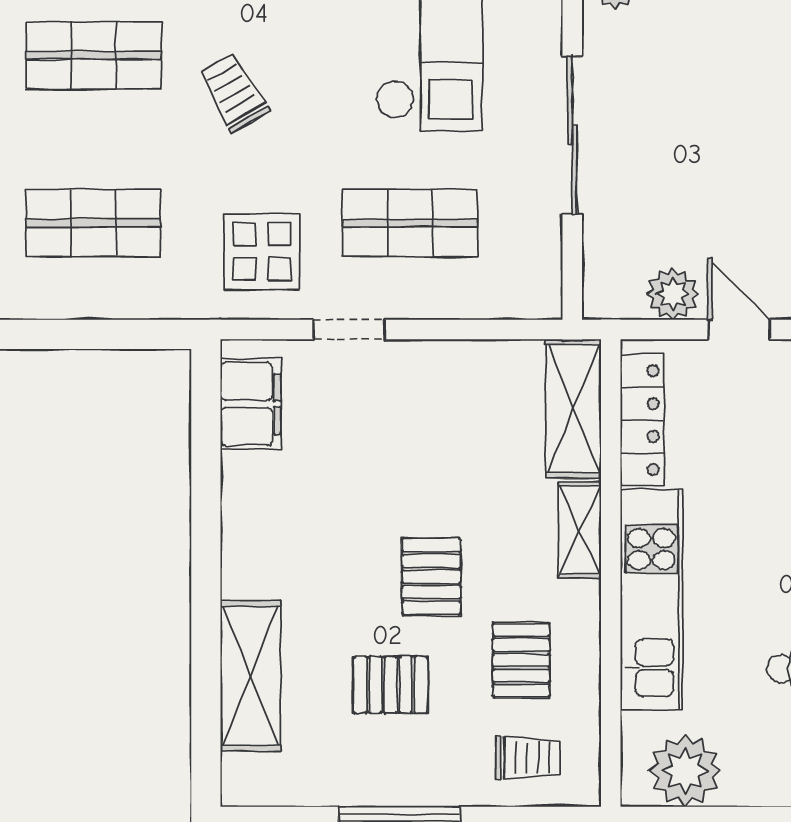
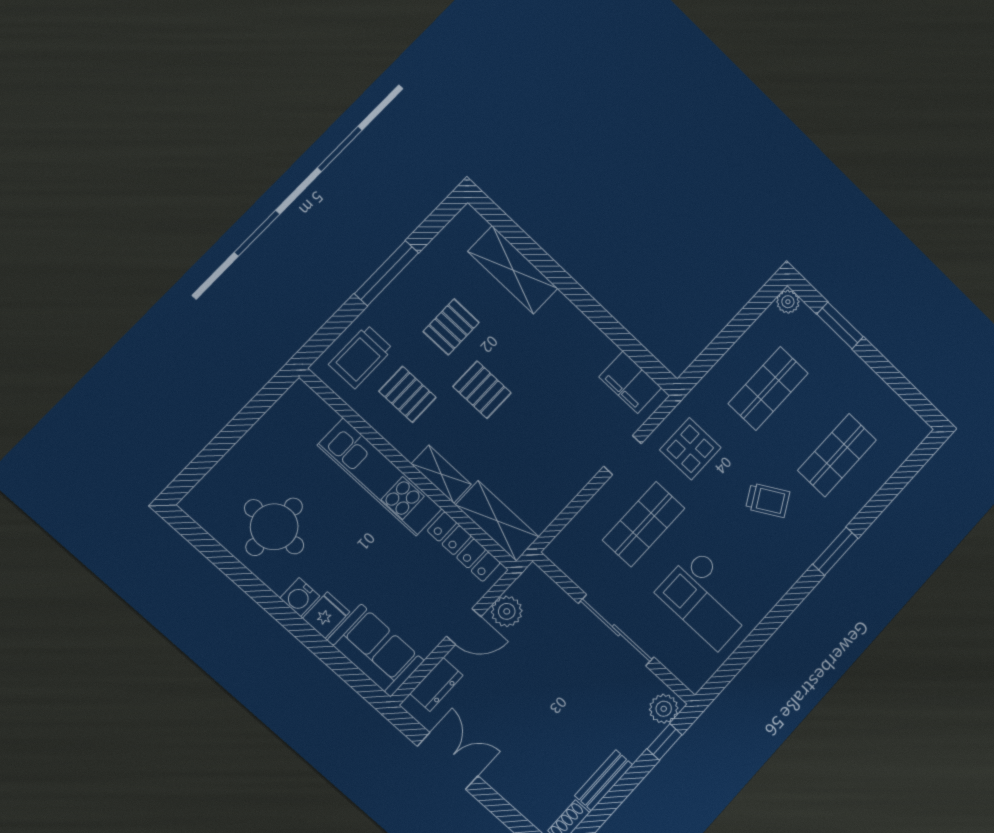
trolley: (528, 758) -> (361, 357), width x1.36, depth x1.39
plant: (685, 771) -> (288, 421), removed

